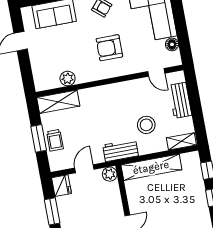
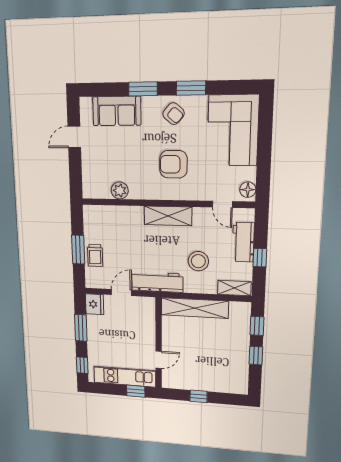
floor lamp: (172, 44) -> (248, 190), moved
shelving: (58, 102) -> (168, 216), moved
window: (196, 110) -> (260, 258), added
workbench: (121, 150) -> (157, 282), width x1.38
plant: (110, 174) -> (148, 304), removed

